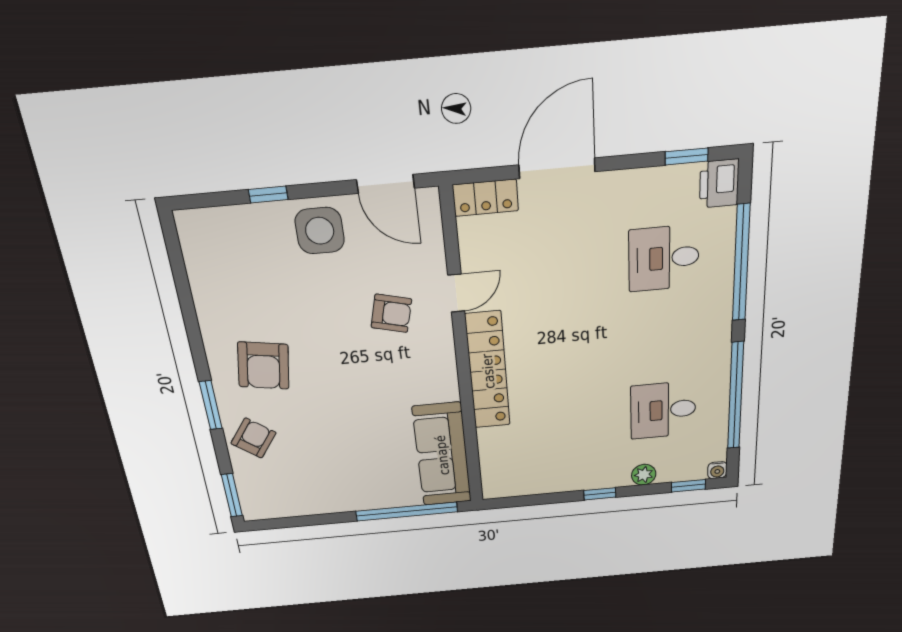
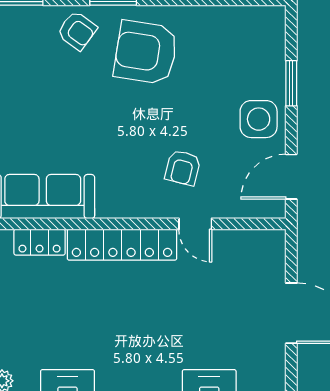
window: (268, 195) -> (291, 83), width x1.50
locker: (485, 198) -> (40, 242), moved, turned -90
armchair: (263, 366) -> (146, 52), width x1.36, depth x1.36

